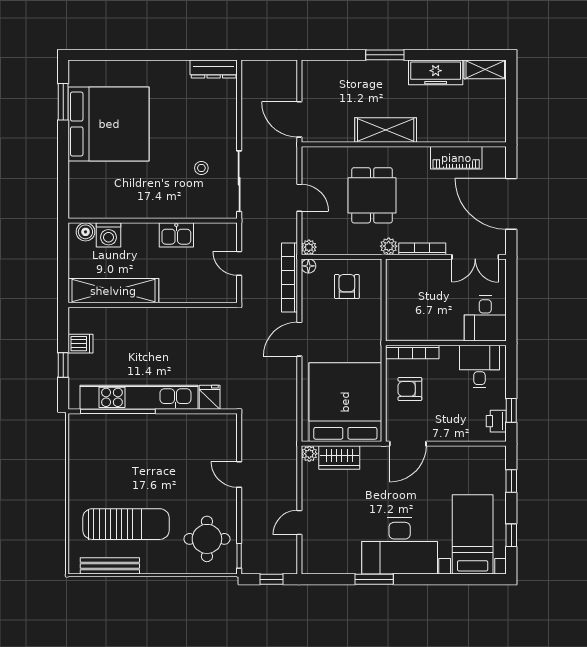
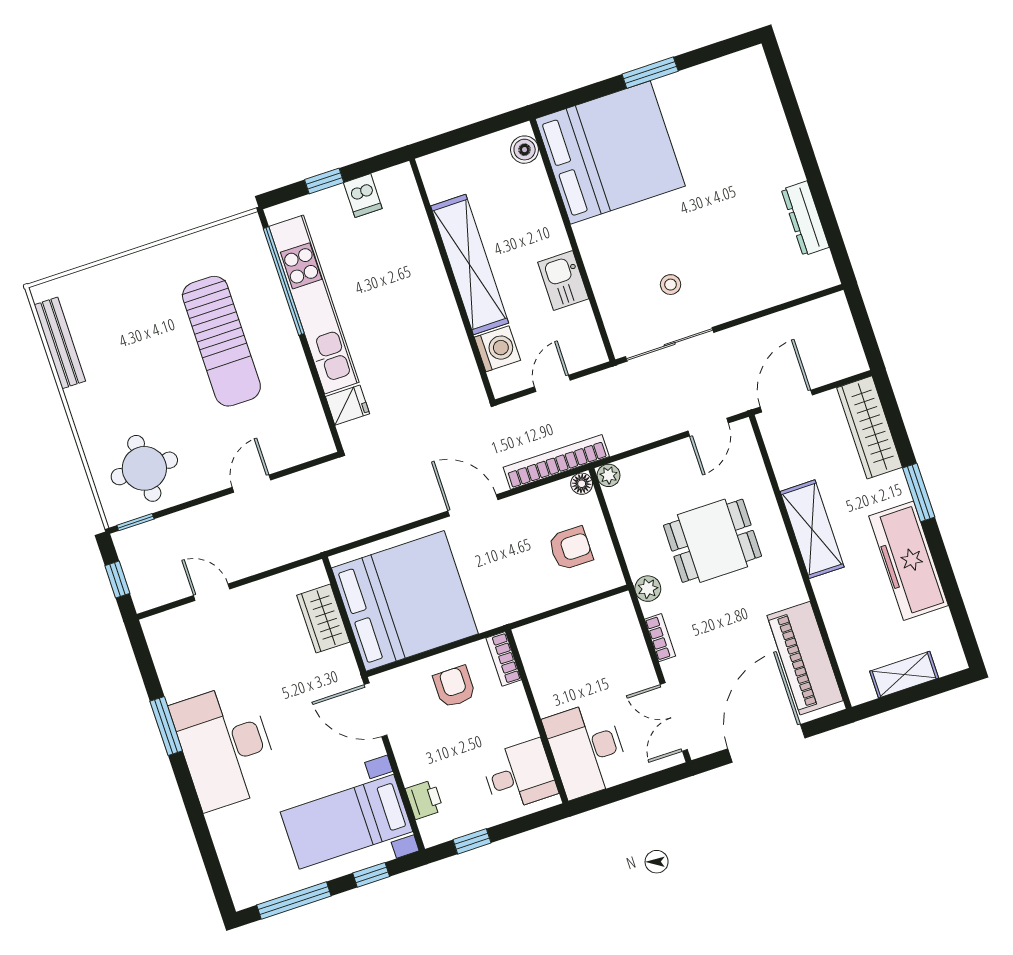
dresser: (214, 69) -> (805, 218), moved
shelving: (485, 69) -> (904, 675), moved, turned 90
wardrobe: (333, 72) -> (870, 427), added
freezer: (436, 72) -> (909, 561), width x1.36, depth x1.26
window: (63, 102) -> (650, 73), moved
bed: (109, 124) -> (610, 152), moved, turned -90
piano: (456, 158) -> (805, 658), width x1.37, depth x1.33
door: (299, 198) -> (708, 427), moved
washing machine: (108, 235) -> (497, 349), moved, turned 180
bookcase: (422, 249) -> (660, 638), width x0.64
shelving: (113, 291) -> (470, 265), moved
desk: (485, 319) -> (587, 750), width x1.37
bookcase: (412, 352) -> (504, 659), width x0.64
printer: (496, 421) -> (424, 800), moved, turned 90
plant: (309, 454) -> (314, 574), removed
sun lounger: (126, 524) -> (221, 341), moved
bed with nightstands: (473, 534) -> (347, 822), moved, turned 180
window: (511, 535) -> (294, 901), width x2.17

